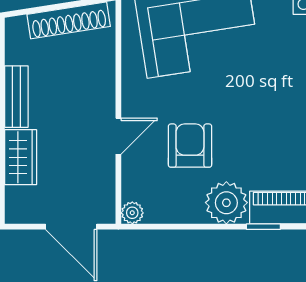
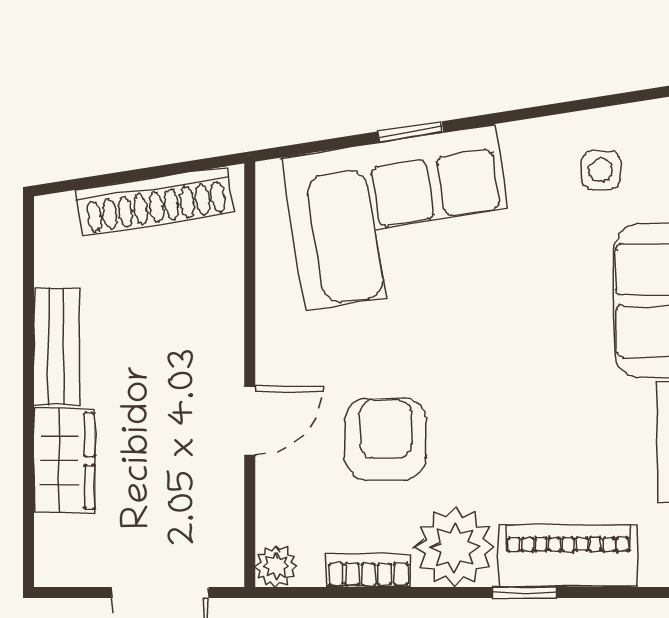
bookcase: (181, 215) -> (368, 570), added

